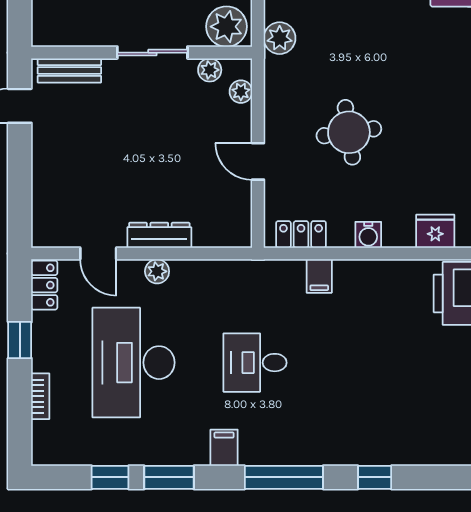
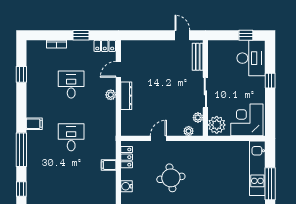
plant: (280, 38) -> (212, 148), removed
desk: (134, 363) -> (71, 85), width x0.53, depth x0.77
window: (169, 477) -> (21, 100), removed

